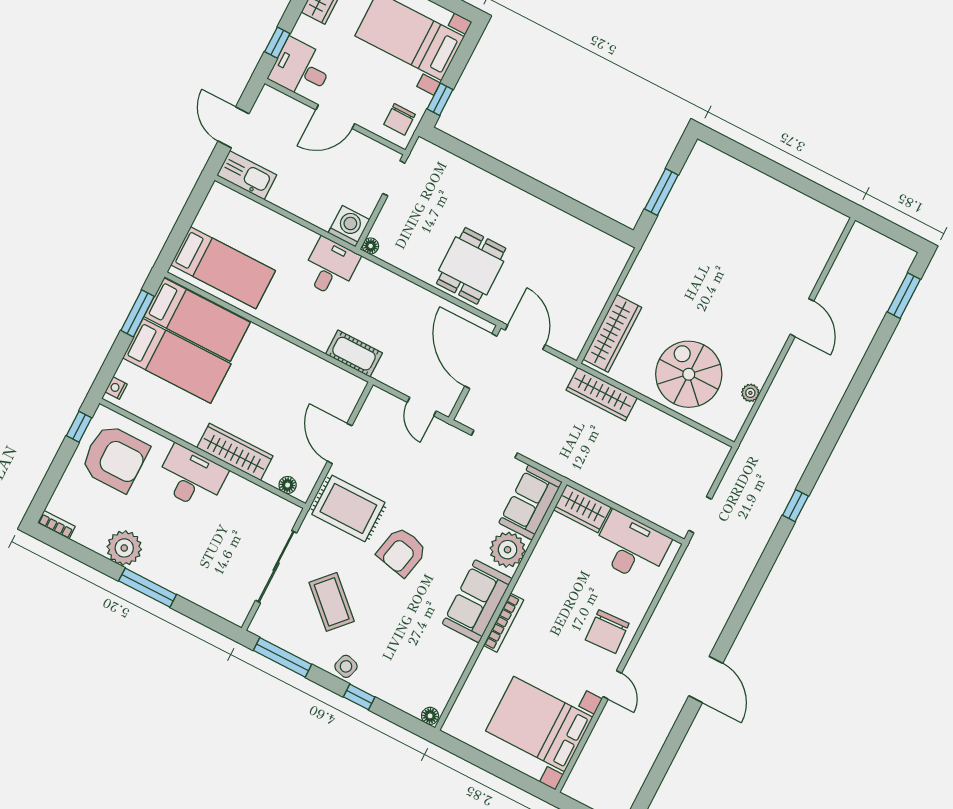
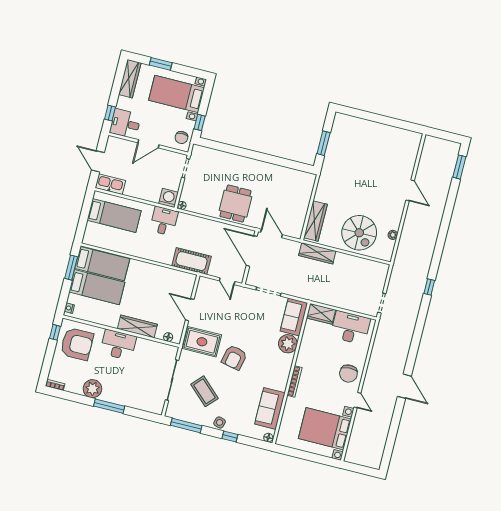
bed: (223, 268) -> (114, 215), moved
cot: (354, 354) -> (192, 261), width x1.37, depth x1.34
spiral stairs: (689, 374) -> (359, 233), turned 180
sofa: (477, 601) -> (270, 408), moved

